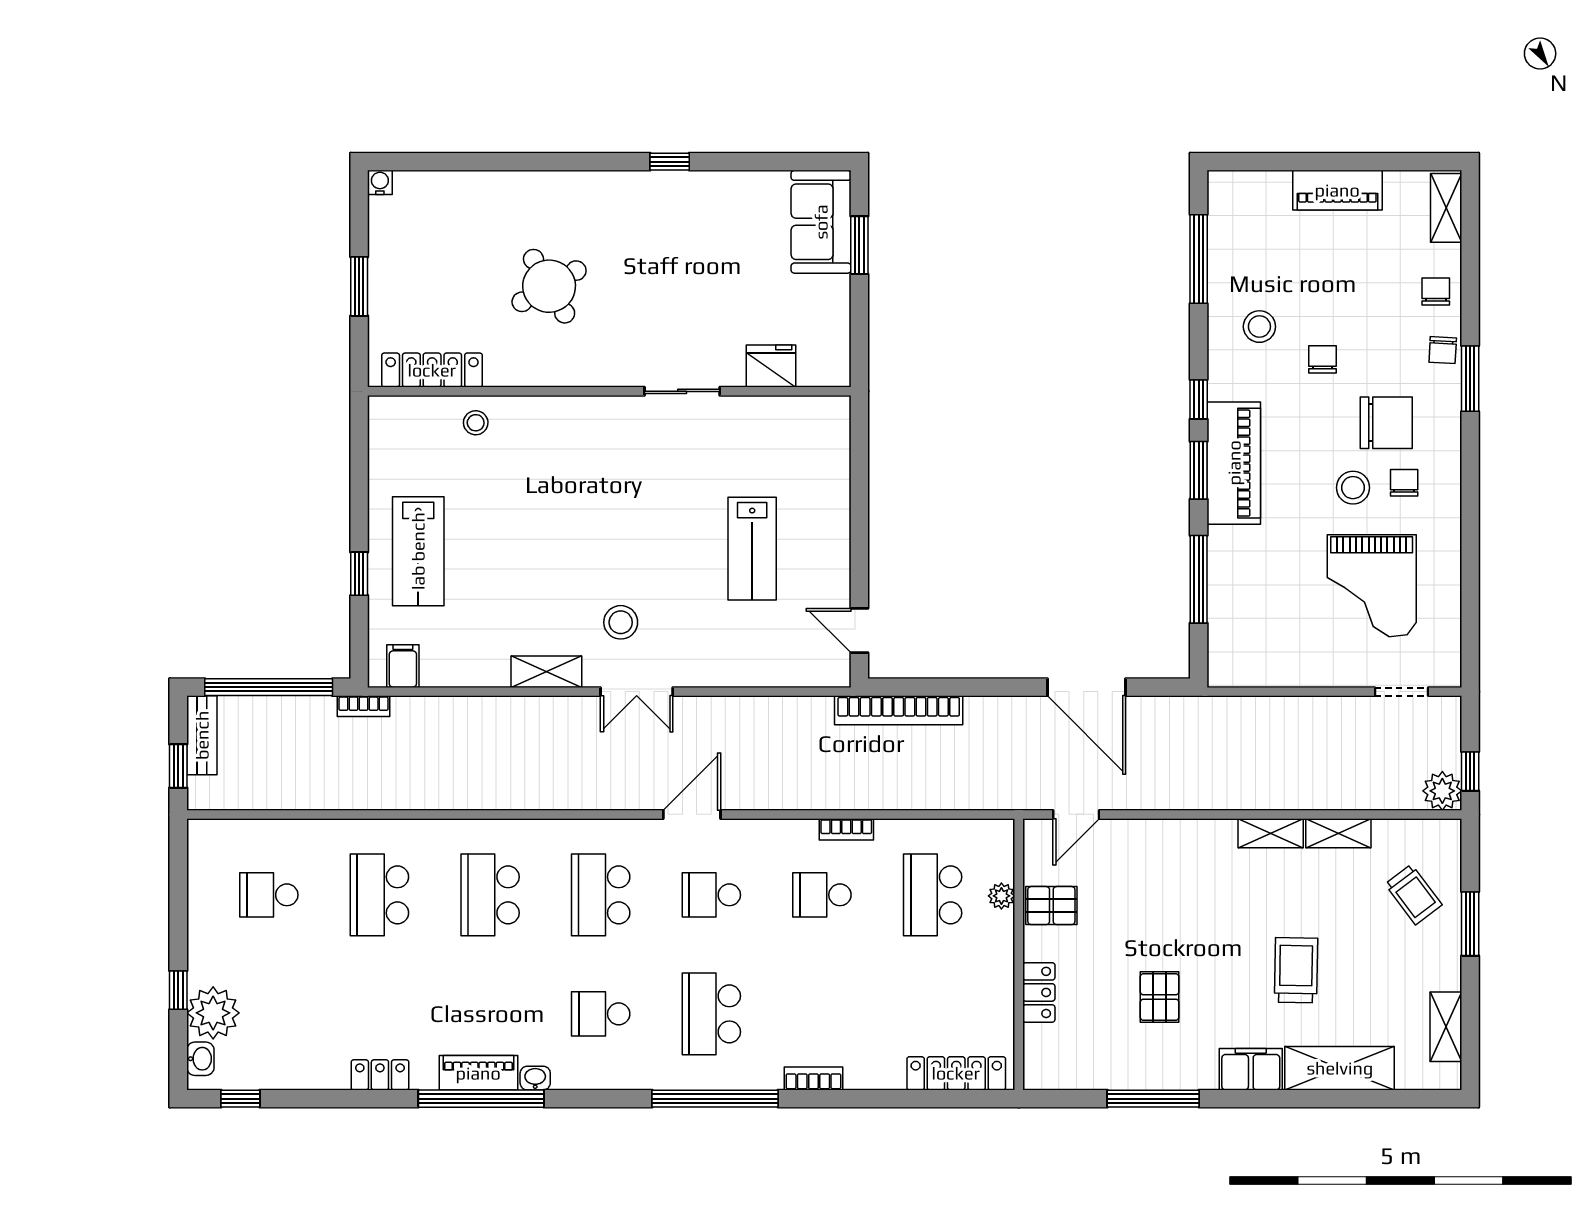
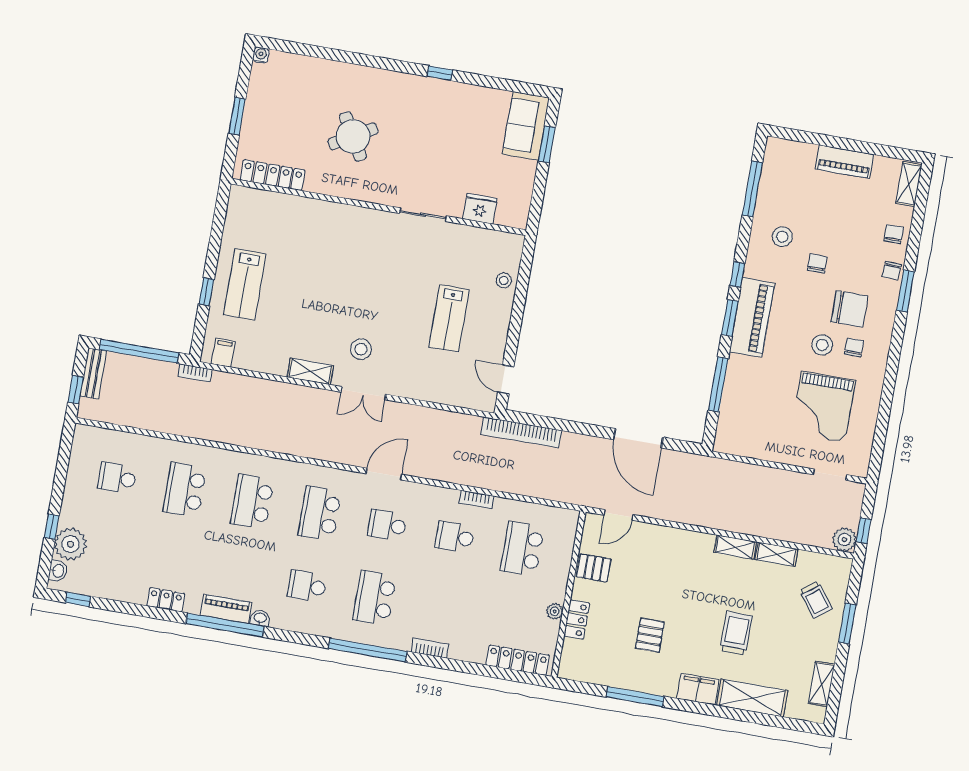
stool: (476, 423) -> (504, 280), moved
plant: (1001, 896) -> (555, 611), moved

